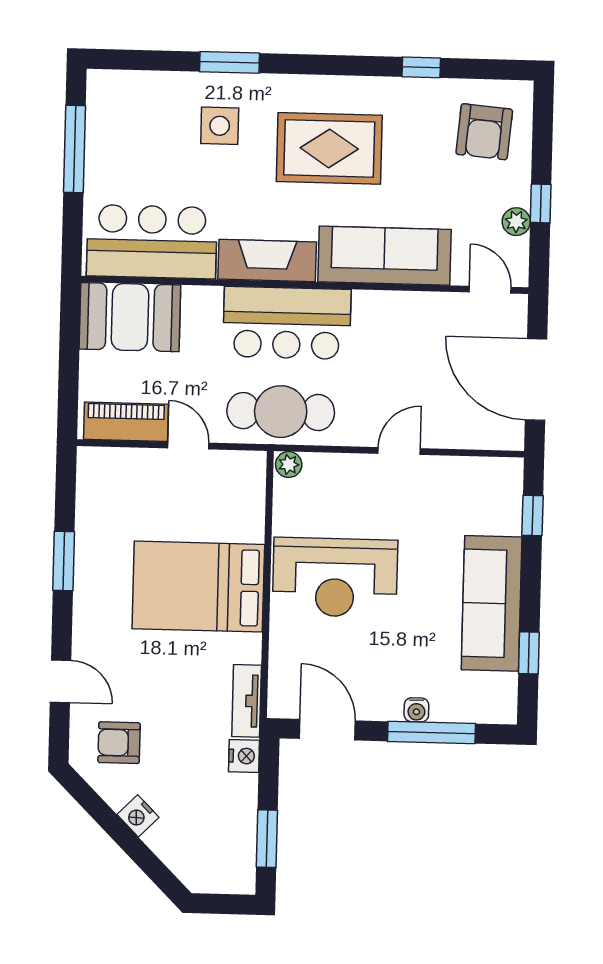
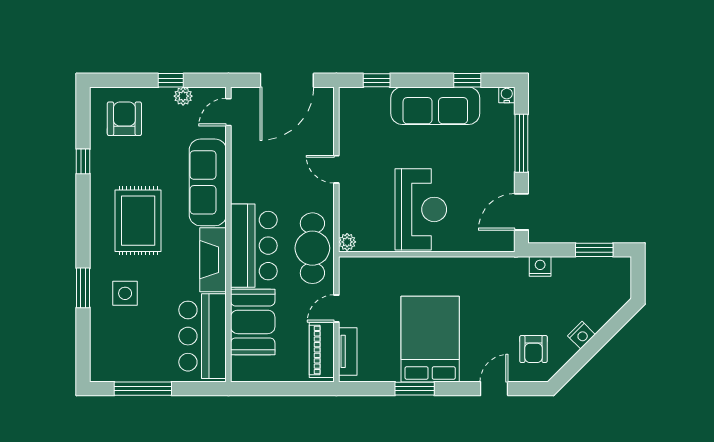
armchair: (484, 132) -> (124, 119), turned -95
booth: (130, 317) -> (253, 322), moved
bed: (198, 587) -> (430, 339), moved, turned 180
tv unit: (247, 701) -> (348, 351), moved, turned -90
water cooler: (416, 710) -> (507, 95), moved, turned -90

